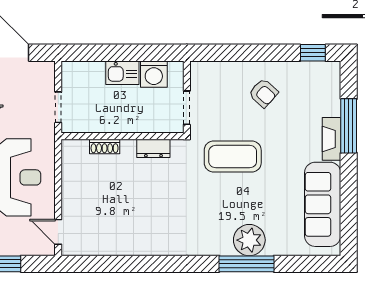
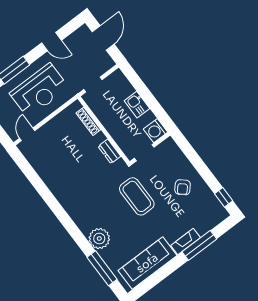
washing machine: (154, 74) -> (156, 131), moved
shoe rack: (105, 146) -> (88, 121), width x1.43
window: (247, 264) -> (102, 268), moved

